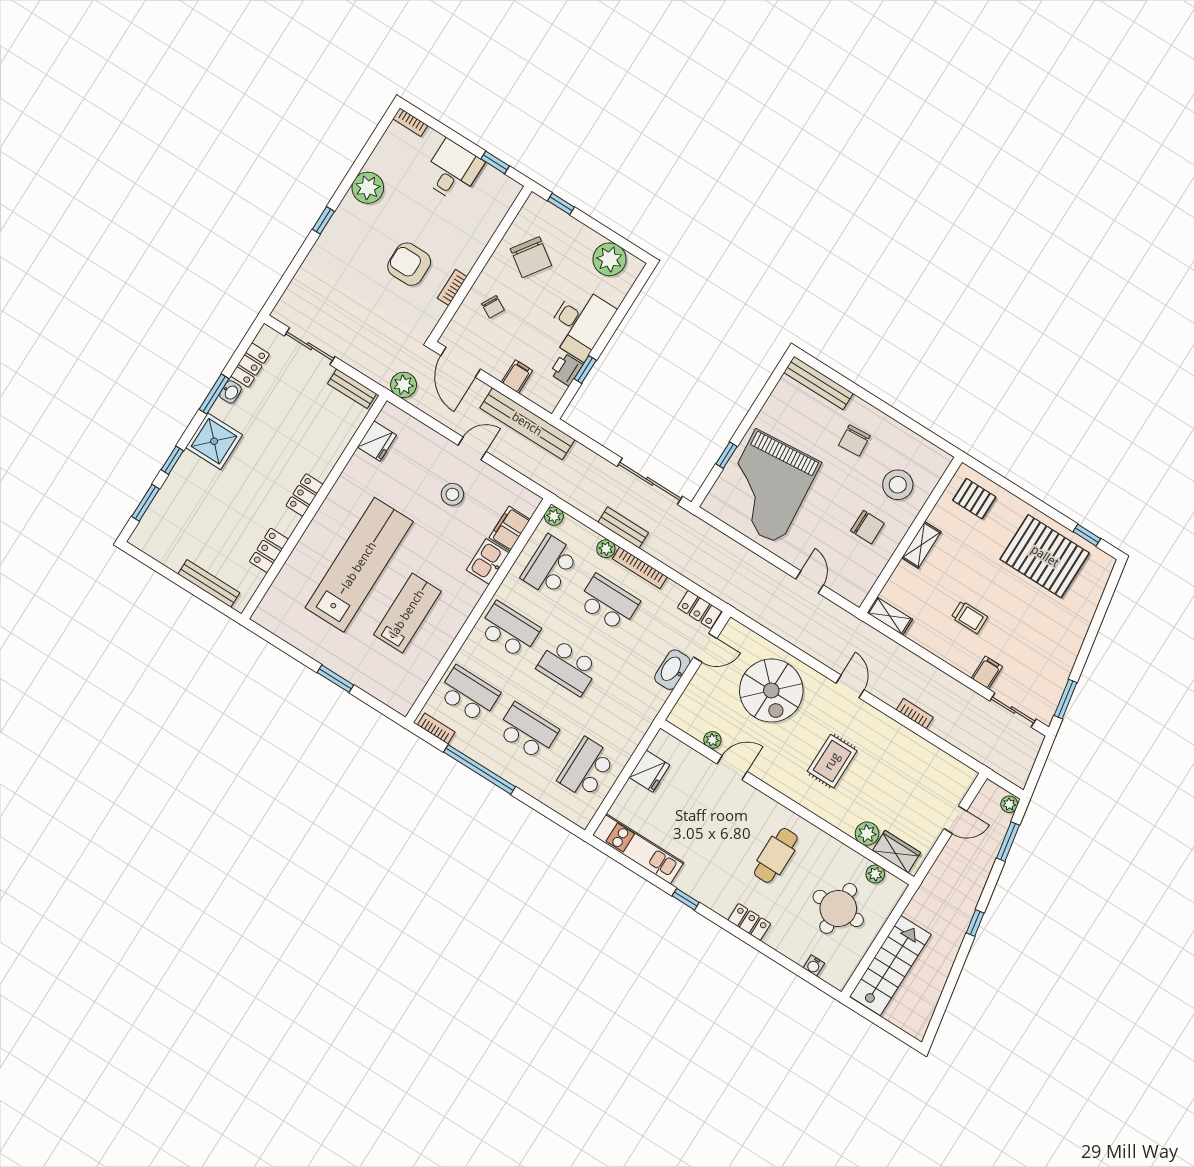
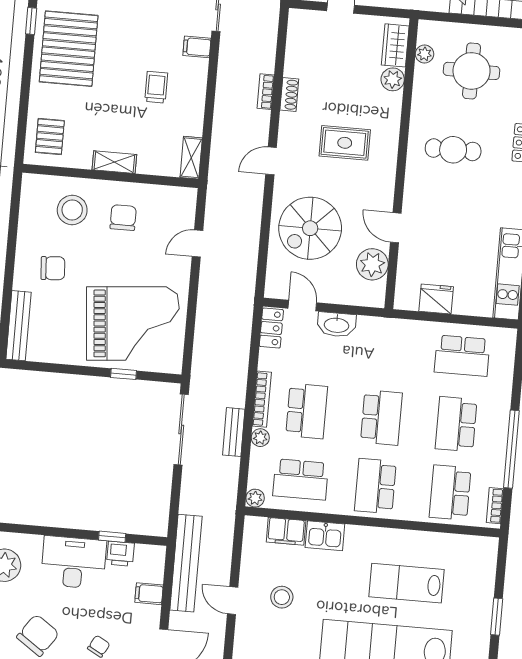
school desk: (608, 603) -> (307, 411), turned 180
spiral stairs: (771, 690) -> (310, 228), turned 180
shoe rack: (901, 734) -> (289, 95), added
plant: (712, 740) -> (372, 264), width x1.87, depth x1.87

